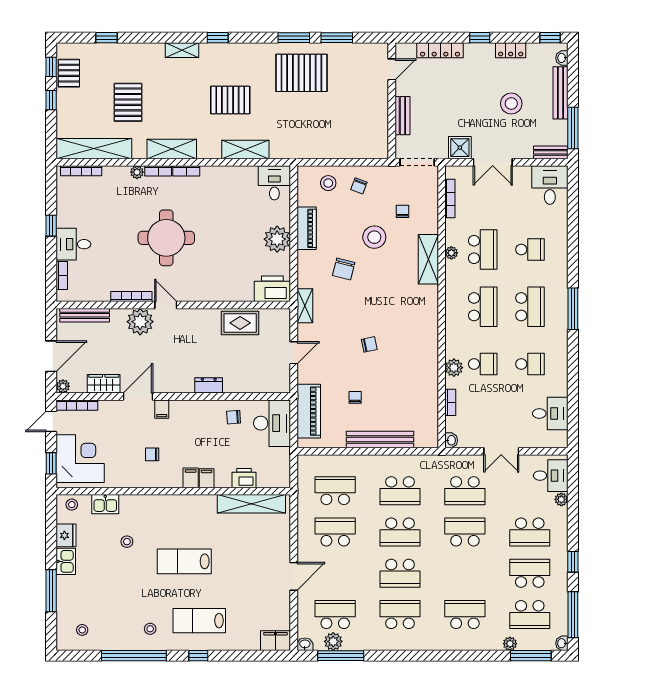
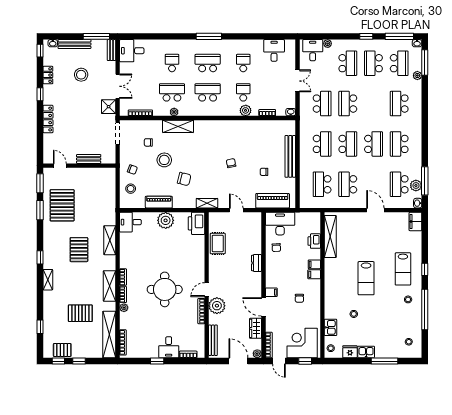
door: (392, 69) -> (60, 166), moved
wall: (392, 101) -> (79, 166), moved
bench: (402, 116) -> (89, 159), moved

